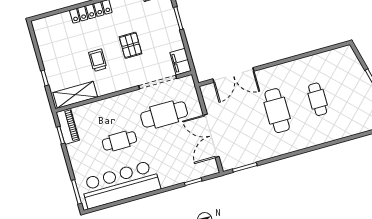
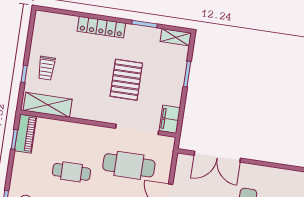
pallet: (131, 45) -> (126, 80), width x1.50, depth x1.42
trolley: (98, 60) -> (46, 68), moved, turned 180

